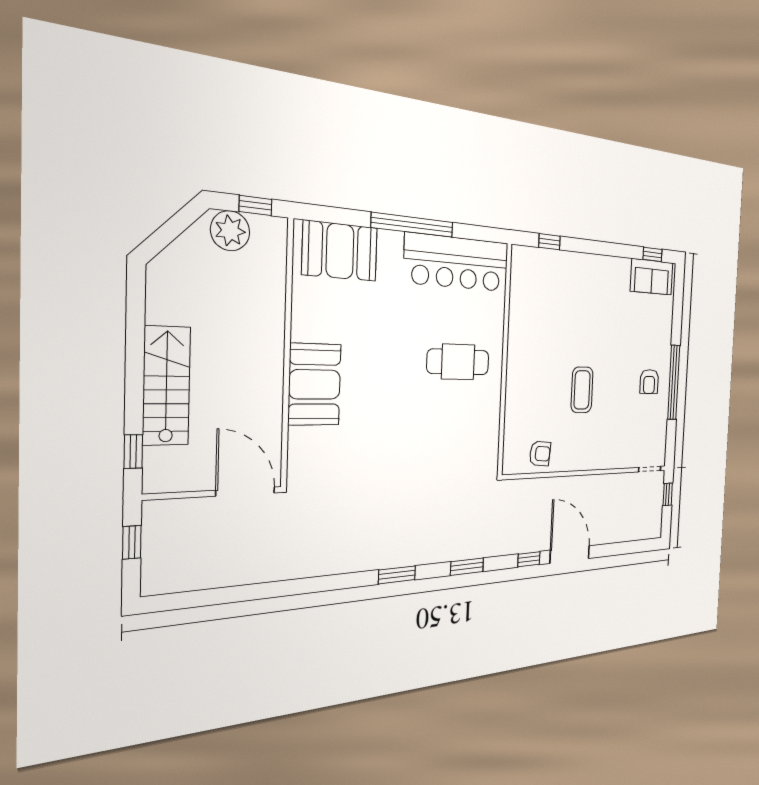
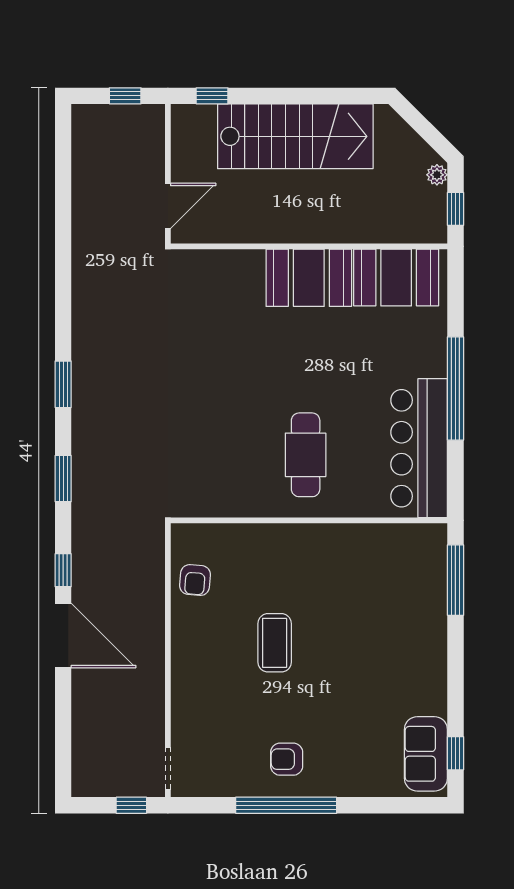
plant: (230, 231) -> (437, 175), width x0.53, depth x0.53
window: (550, 242) -> (455, 580), width x2.17
booth: (340, 251) -> (396, 277), moved, turned 90
booth: (315, 384) -> (309, 278), moved
stairs: (167, 386) -> (295, 136), width x1.36, depth x1.51
coffee table: (582, 390) -> (275, 643), turned 90
door: (246, 492) -> (168, 206), width x0.73
door: (570, 554) -> (63, 635), hinge flipped

